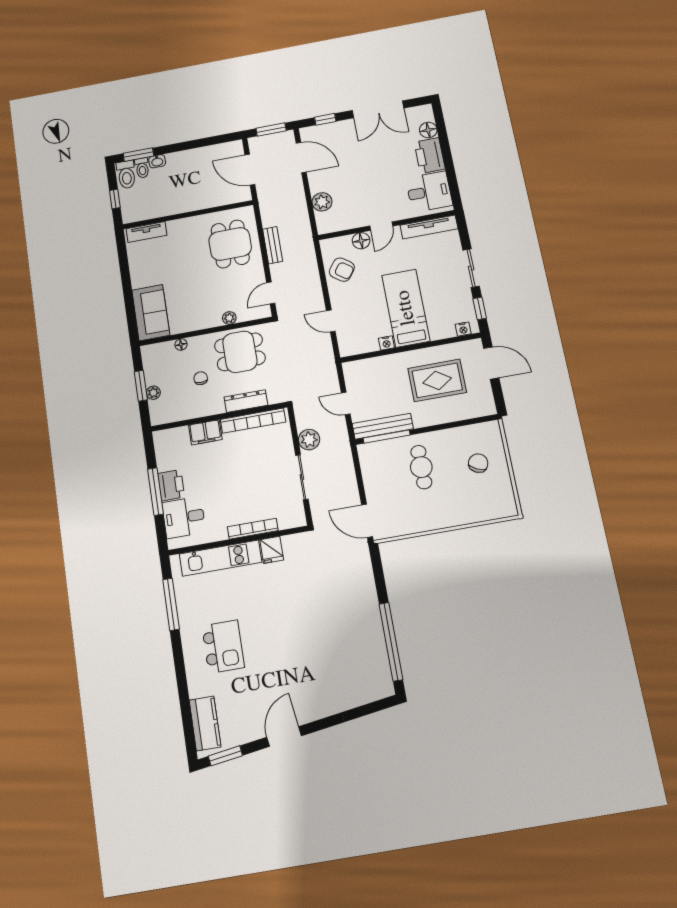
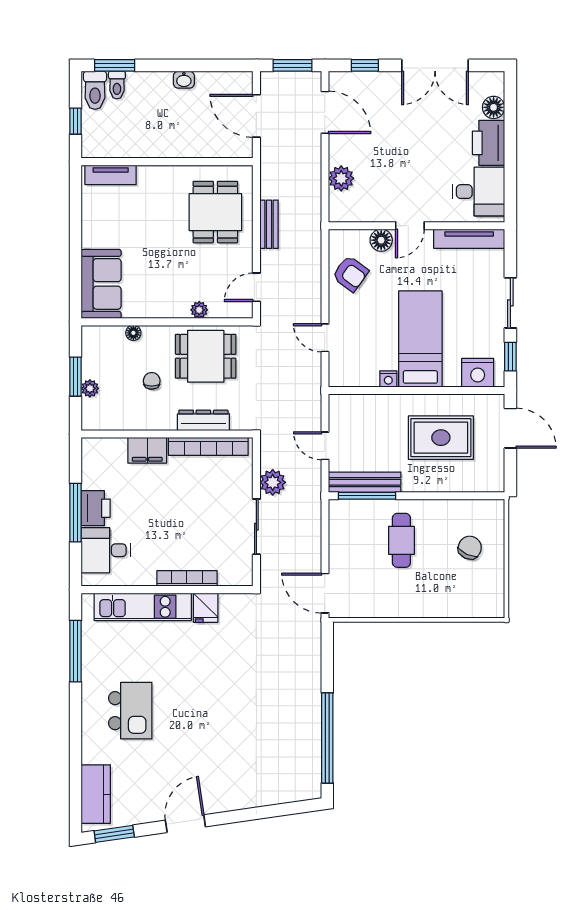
washbasin: (157, 161) -> (184, 80), moved
nightstand: (463, 329) -> (478, 373), width x1.89, depth x1.79

